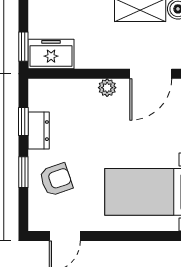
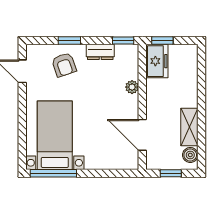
plant: (107, 88) -> (132, 87), moved
window: (23, 121) -> (123, 41), moved

